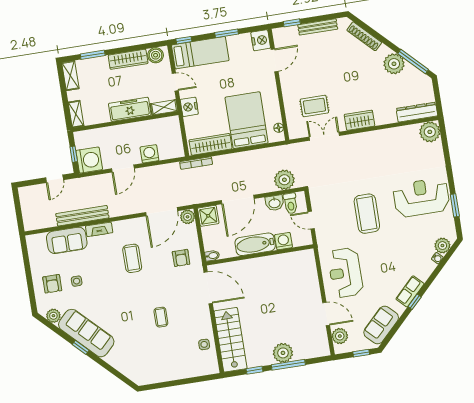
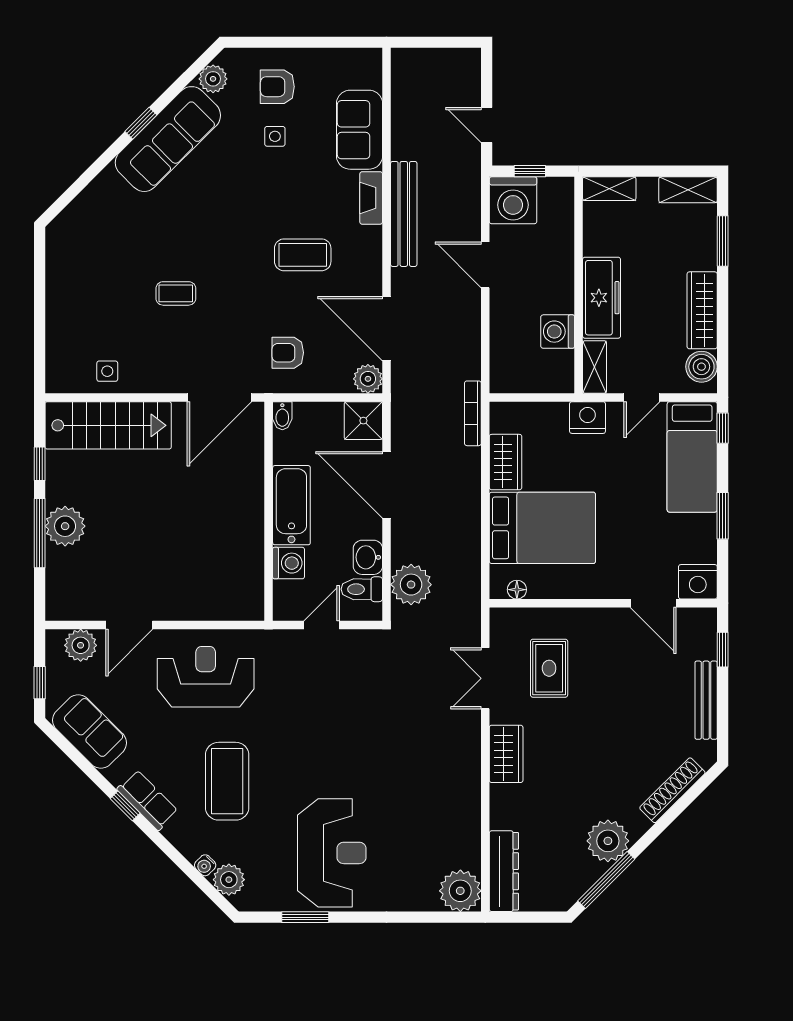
double door: (324, 136) -> (485, 678), swing flipped
wardrobe: (211, 144) -> (506, 462), width x0.67
washing machine: (149, 154) -> (558, 332), moved, turned 180
coffee table: (367, 214) -> (227, 781), moved, turned 90
bench: (82, 216) -> (404, 214), moved

